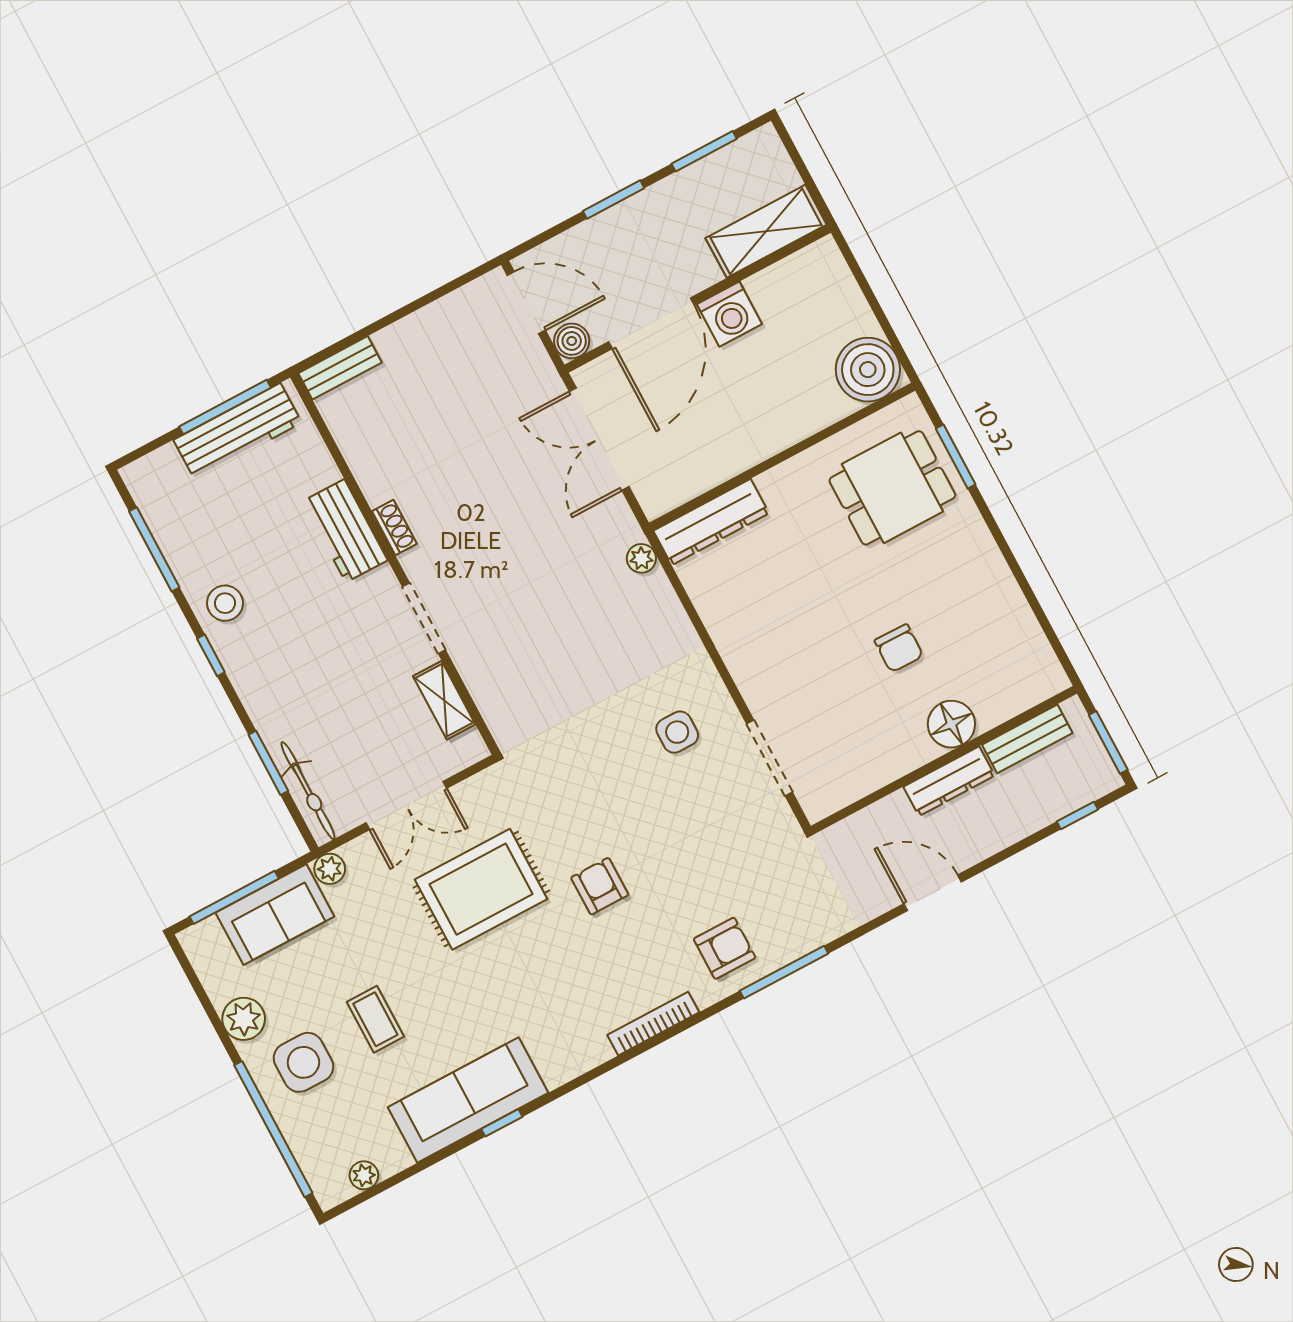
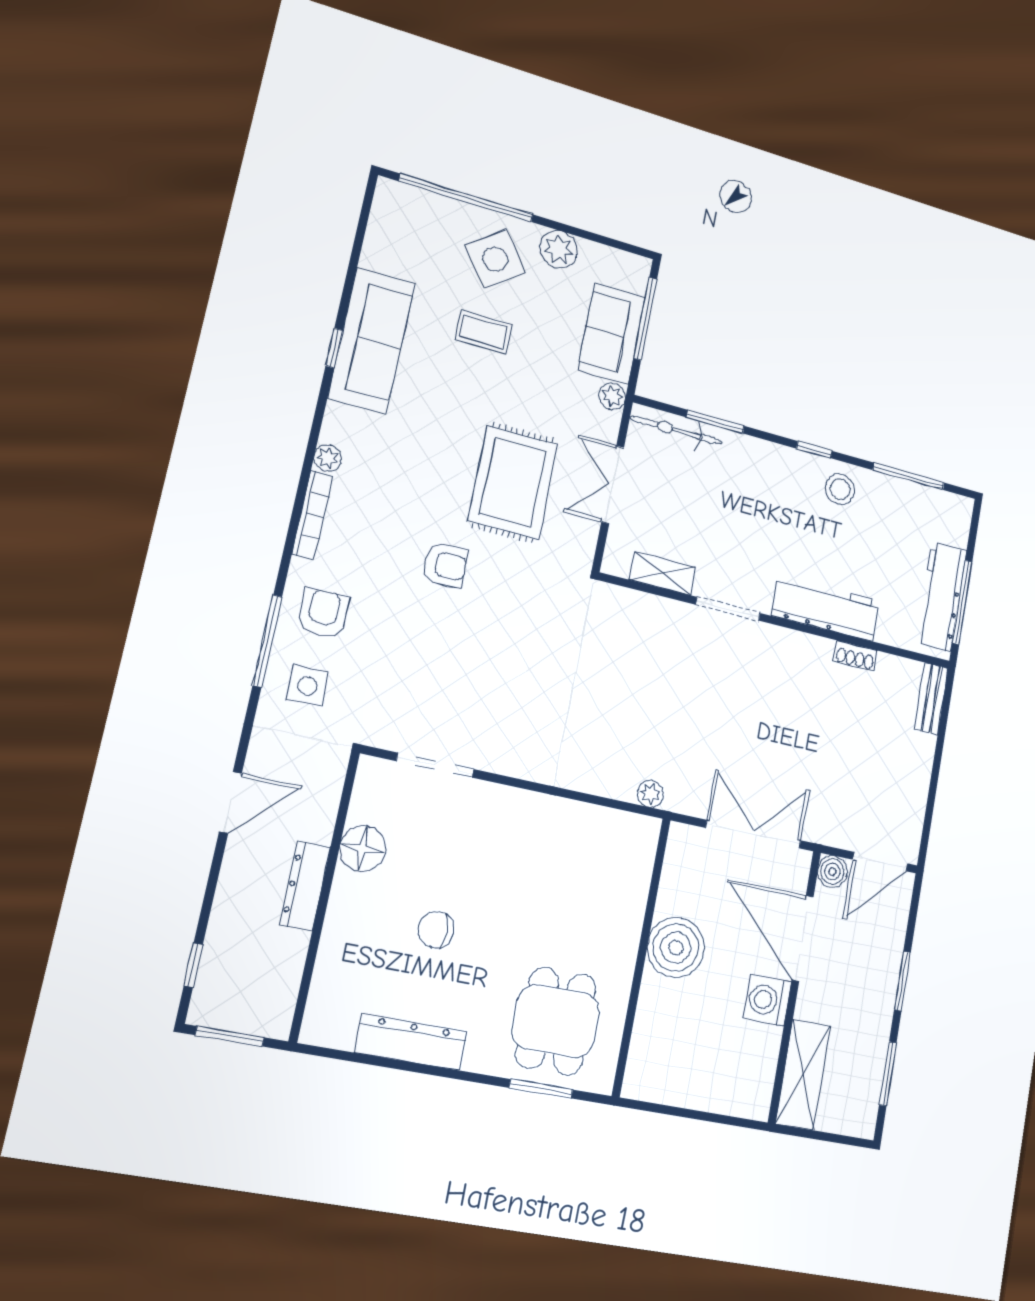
boiler: (868, 370) -> (676, 948), moved
dresser: (711, 522) -> (411, 1042), moved, turned 90
shoe rack: (394, 527) -> (855, 656), moved
workbench: (345, 531) -> (826, 608), width x1.37
floor lamp: (951, 724) -> (363, 849), moved
side table: (677, 732) -> (307, 686), moved
bench: (1027, 739) -> (286, 973), removed
armchair: (725, 948) -> (323, 613), turned 180
side table: (303, 1062) -> (495, 259), turned -37
plant: (364, 1175) -> (328, 458), moved

